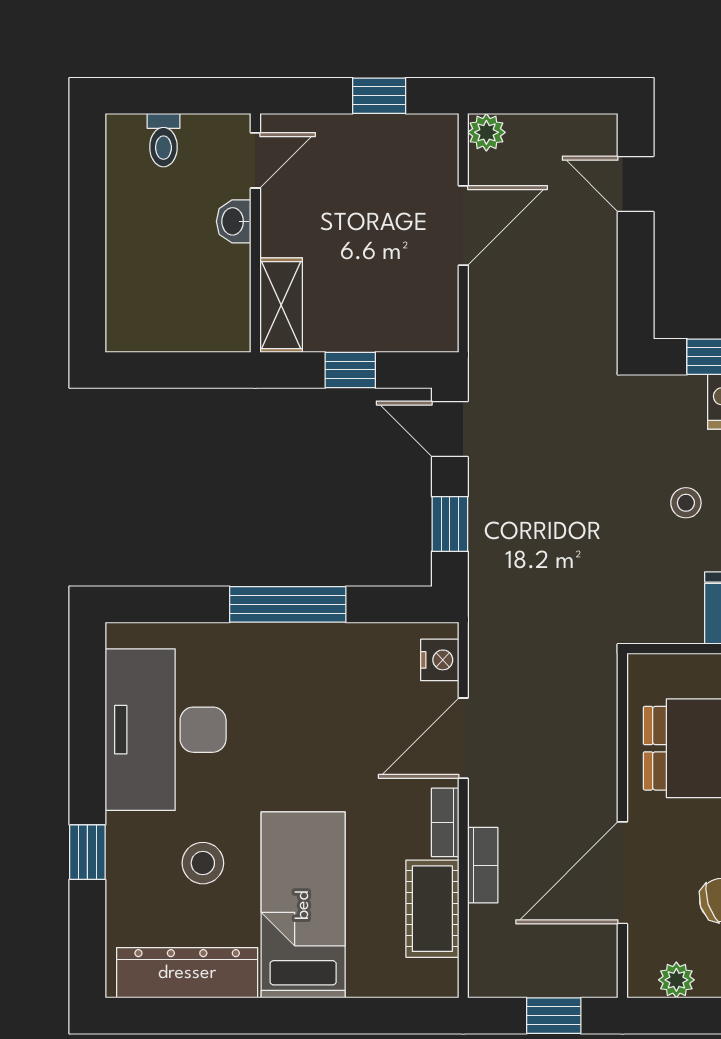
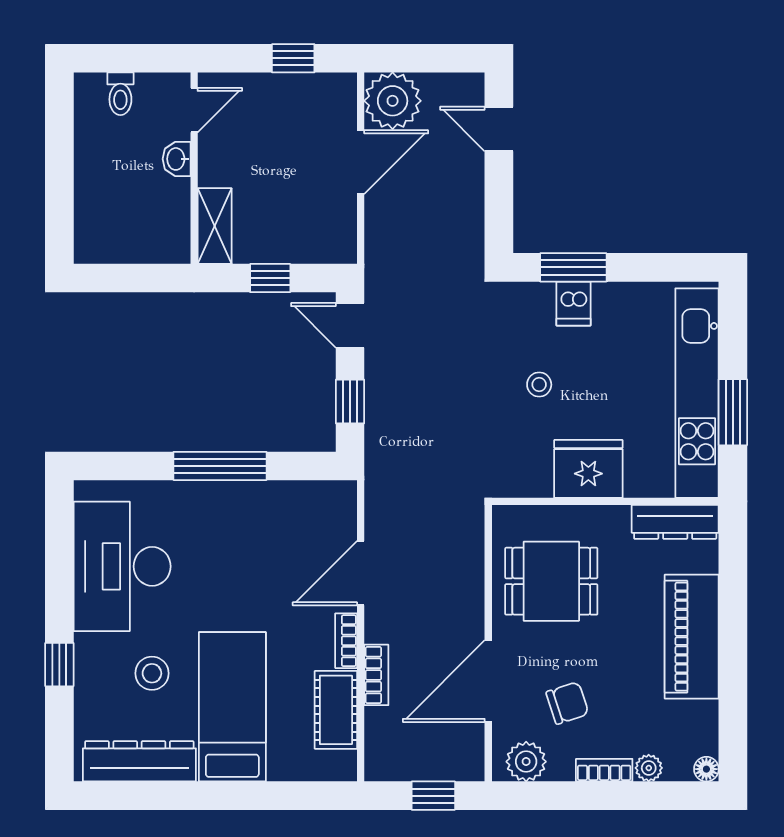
plant: (486, 132) -> (393, 101), width x1.87, depth x1.87
nightstand: (440, 660) -> (342, 510), removed
plant: (676, 980) -> (526, 762), width x1.38, depth x1.38

